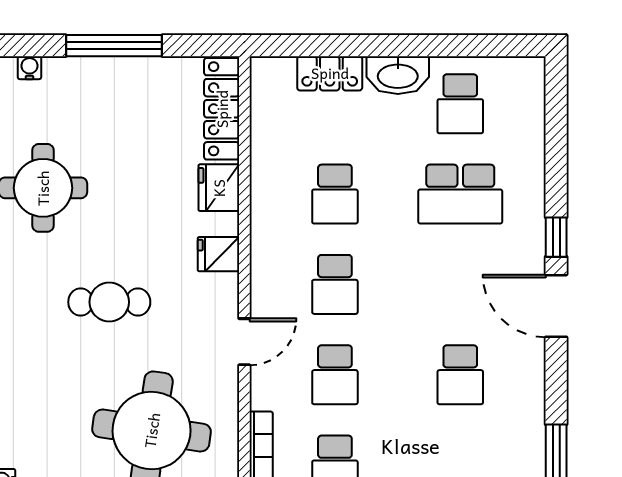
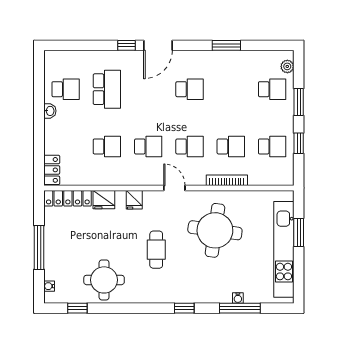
locker: (330, 73) -> (52, 170), moved
washbasin: (398, 75) -> (50, 111), width x0.52, depth x0.69

